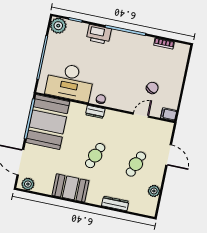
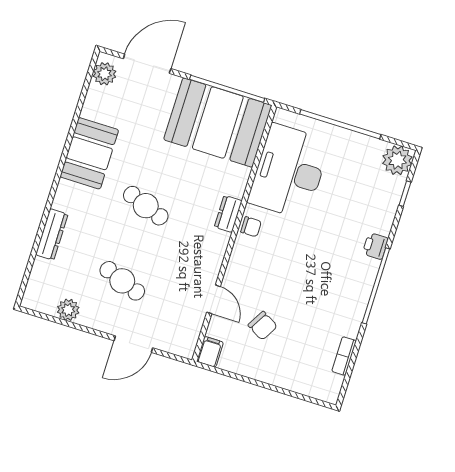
printer: (99, 34) -> (375, 246), width x0.53, depth x0.68

